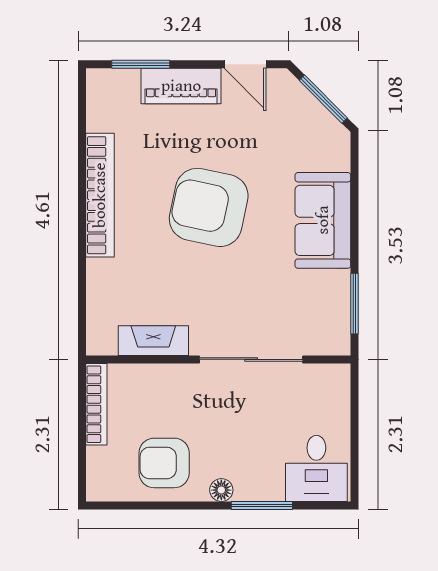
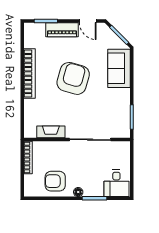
armchair: (209, 207) -> (73, 78), turned 94
sofa: (323, 220) -> (119, 68), moved

